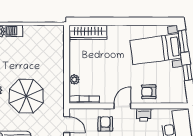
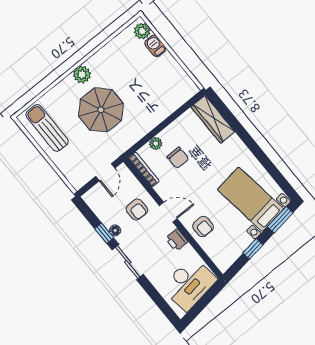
chair: (94, 73) -> (178, 158), added
armchair: (149, 92) -> (203, 227), turned 180
armchair: (105, 124) -> (137, 210), turned 90

